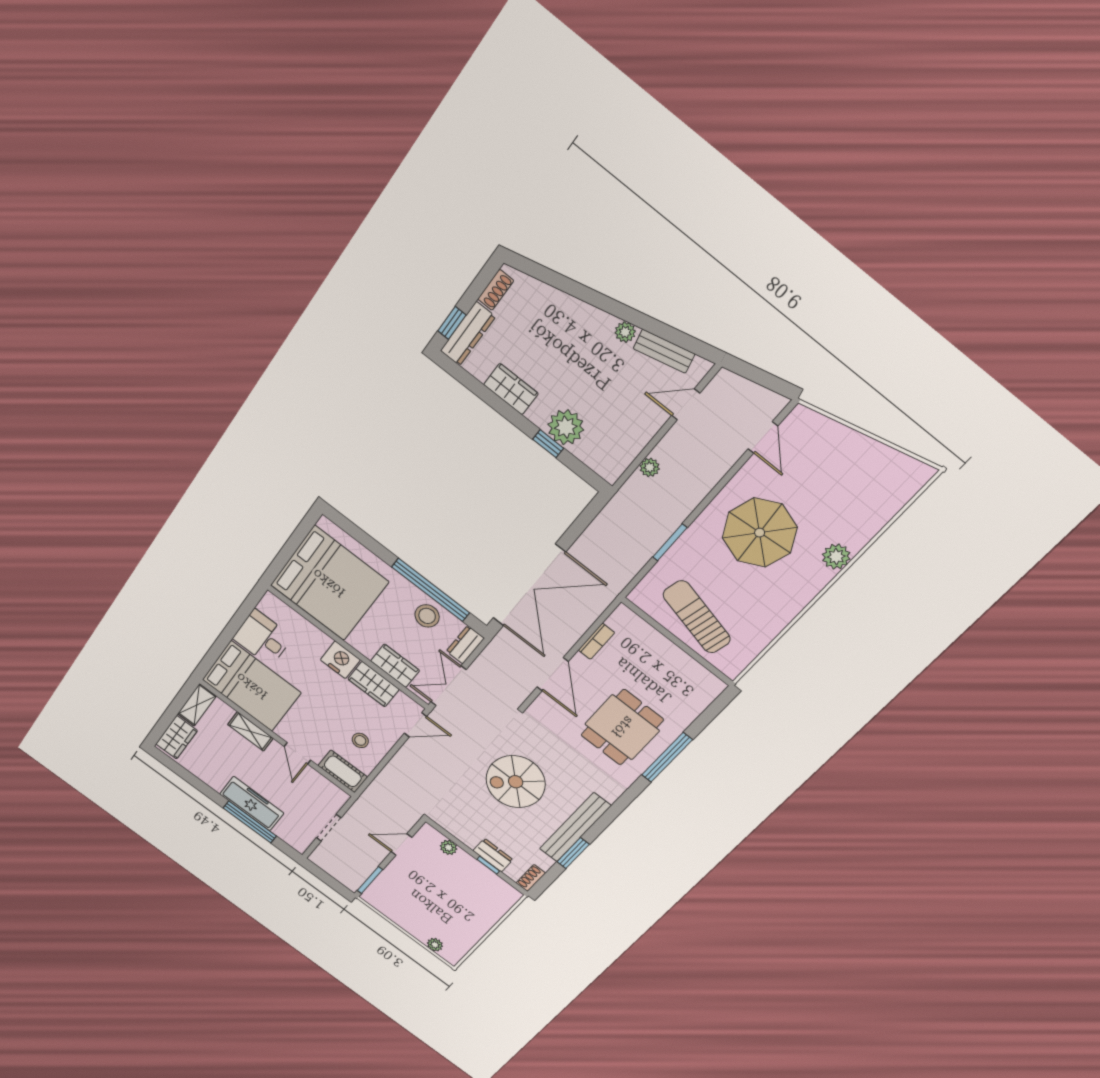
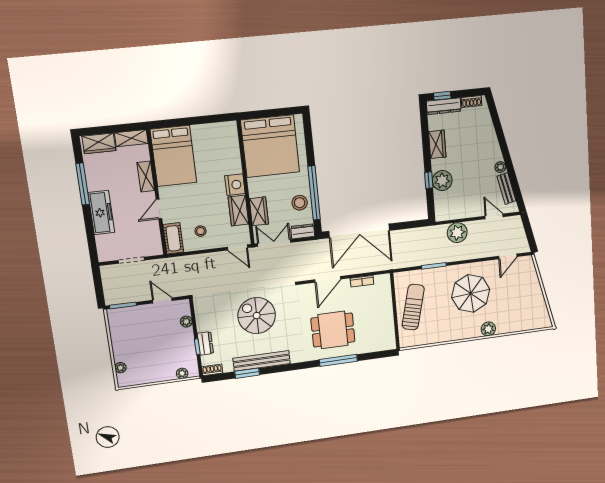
plant: (650, 467) -> (457, 233), width x1.87, depth x1.87
desk: (263, 638) -> (207, 139), removed
window: (250, 822) -> (83, 184), moved
plant: (503, 905) -> (182, 373), added

